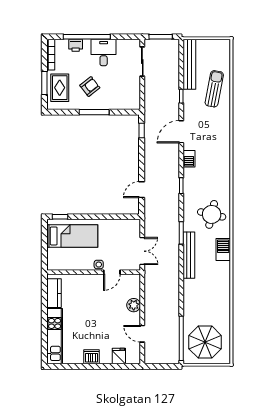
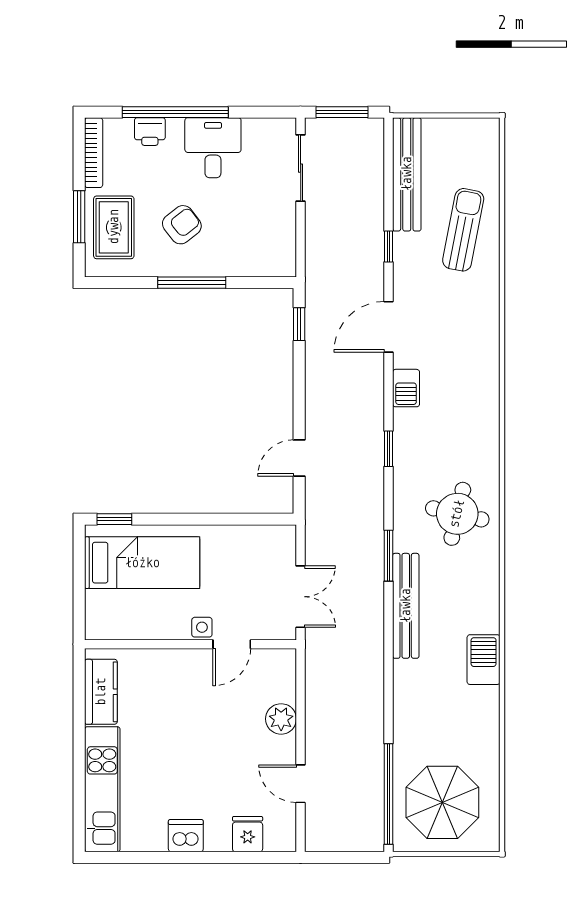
barbecue: (223, 250) -> (484, 660), moved

